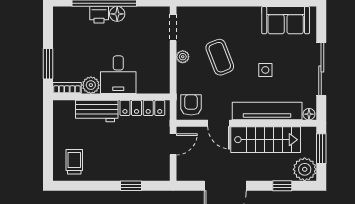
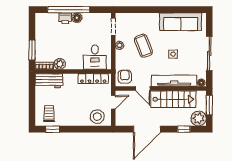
sofa: (286, 20) -> (181, 22), width x1.36
desk: (118, 75) -> (95, 57), moved
workbench: (97, 111) -> (49, 81), moved
stool: (148, 166) -> (97, 117), added
window: (131, 186) -> (53, 129), moved

